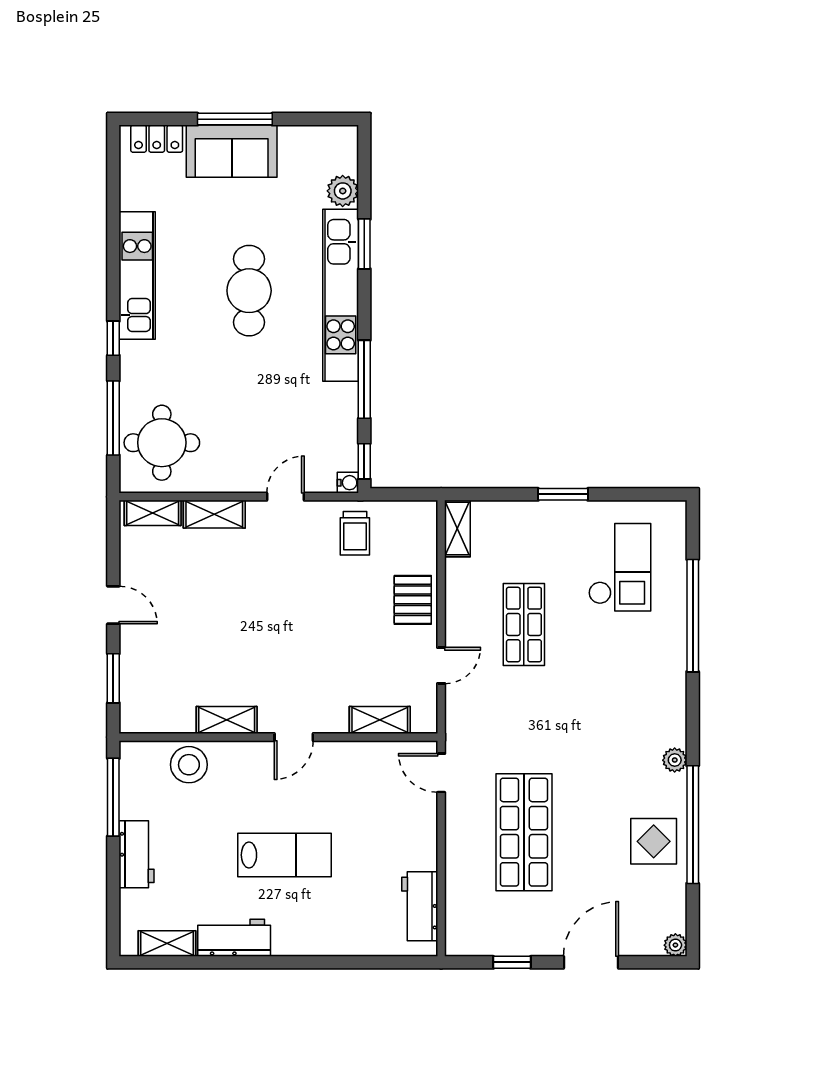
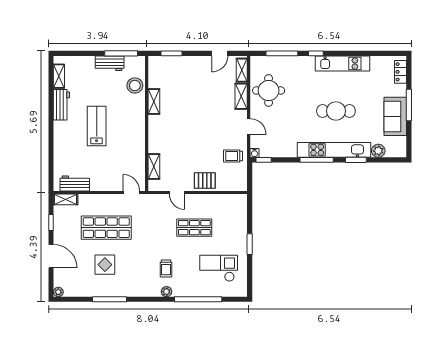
sofa: (232, 151) -> (395, 116), moved
window: (364, 379) -> (317, 160), moved
round table: (162, 443) -> (269, 91), moved
shelving: (457, 529) -> (65, 199), moved
checkout: (620, 567) -> (219, 268), turned 180
door: (113, 605) -> (220, 53), moved
trolley: (620, 691) -> (166, 268), added
door: (294, 737) -> (147, 130), removed
plant: (675, 760) -> (166, 292), moved
door: (441, 773) -> (131, 193), hinge flipped
window: (693, 825) -> (109, 299), width x0.68
display table: (654, 841) -> (105, 265), moved
workbench: (137, 854) -> (110, 63), moved
lab bench: (284, 855) -> (97, 126), turned 180

